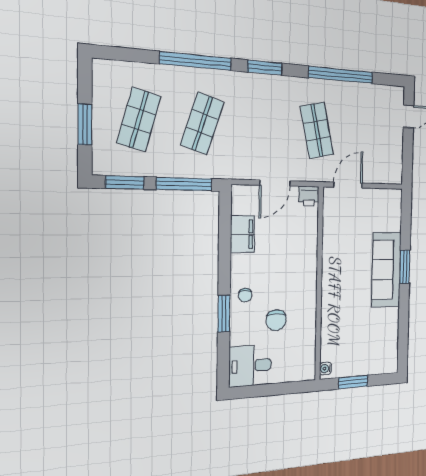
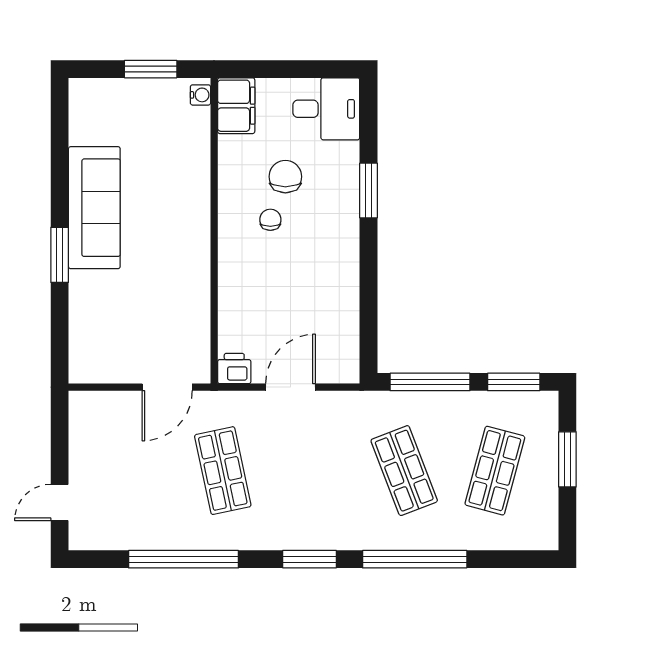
shop shelf: (202, 123) -> (404, 471), turned -39
filing cabinet: (242, 234) -> (236, 106), moved, turned 180
sofa: (386, 270) -> (94, 208), moved
chair: (245, 295) -> (270, 220), moved

